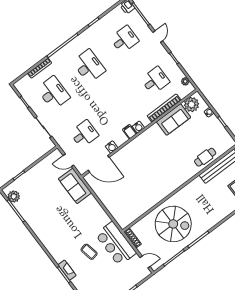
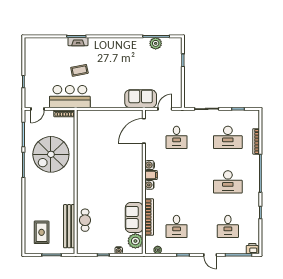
water cooler: (112, 147) -> (150, 165), moved
plant: (14, 197) -> (156, 43), moved

